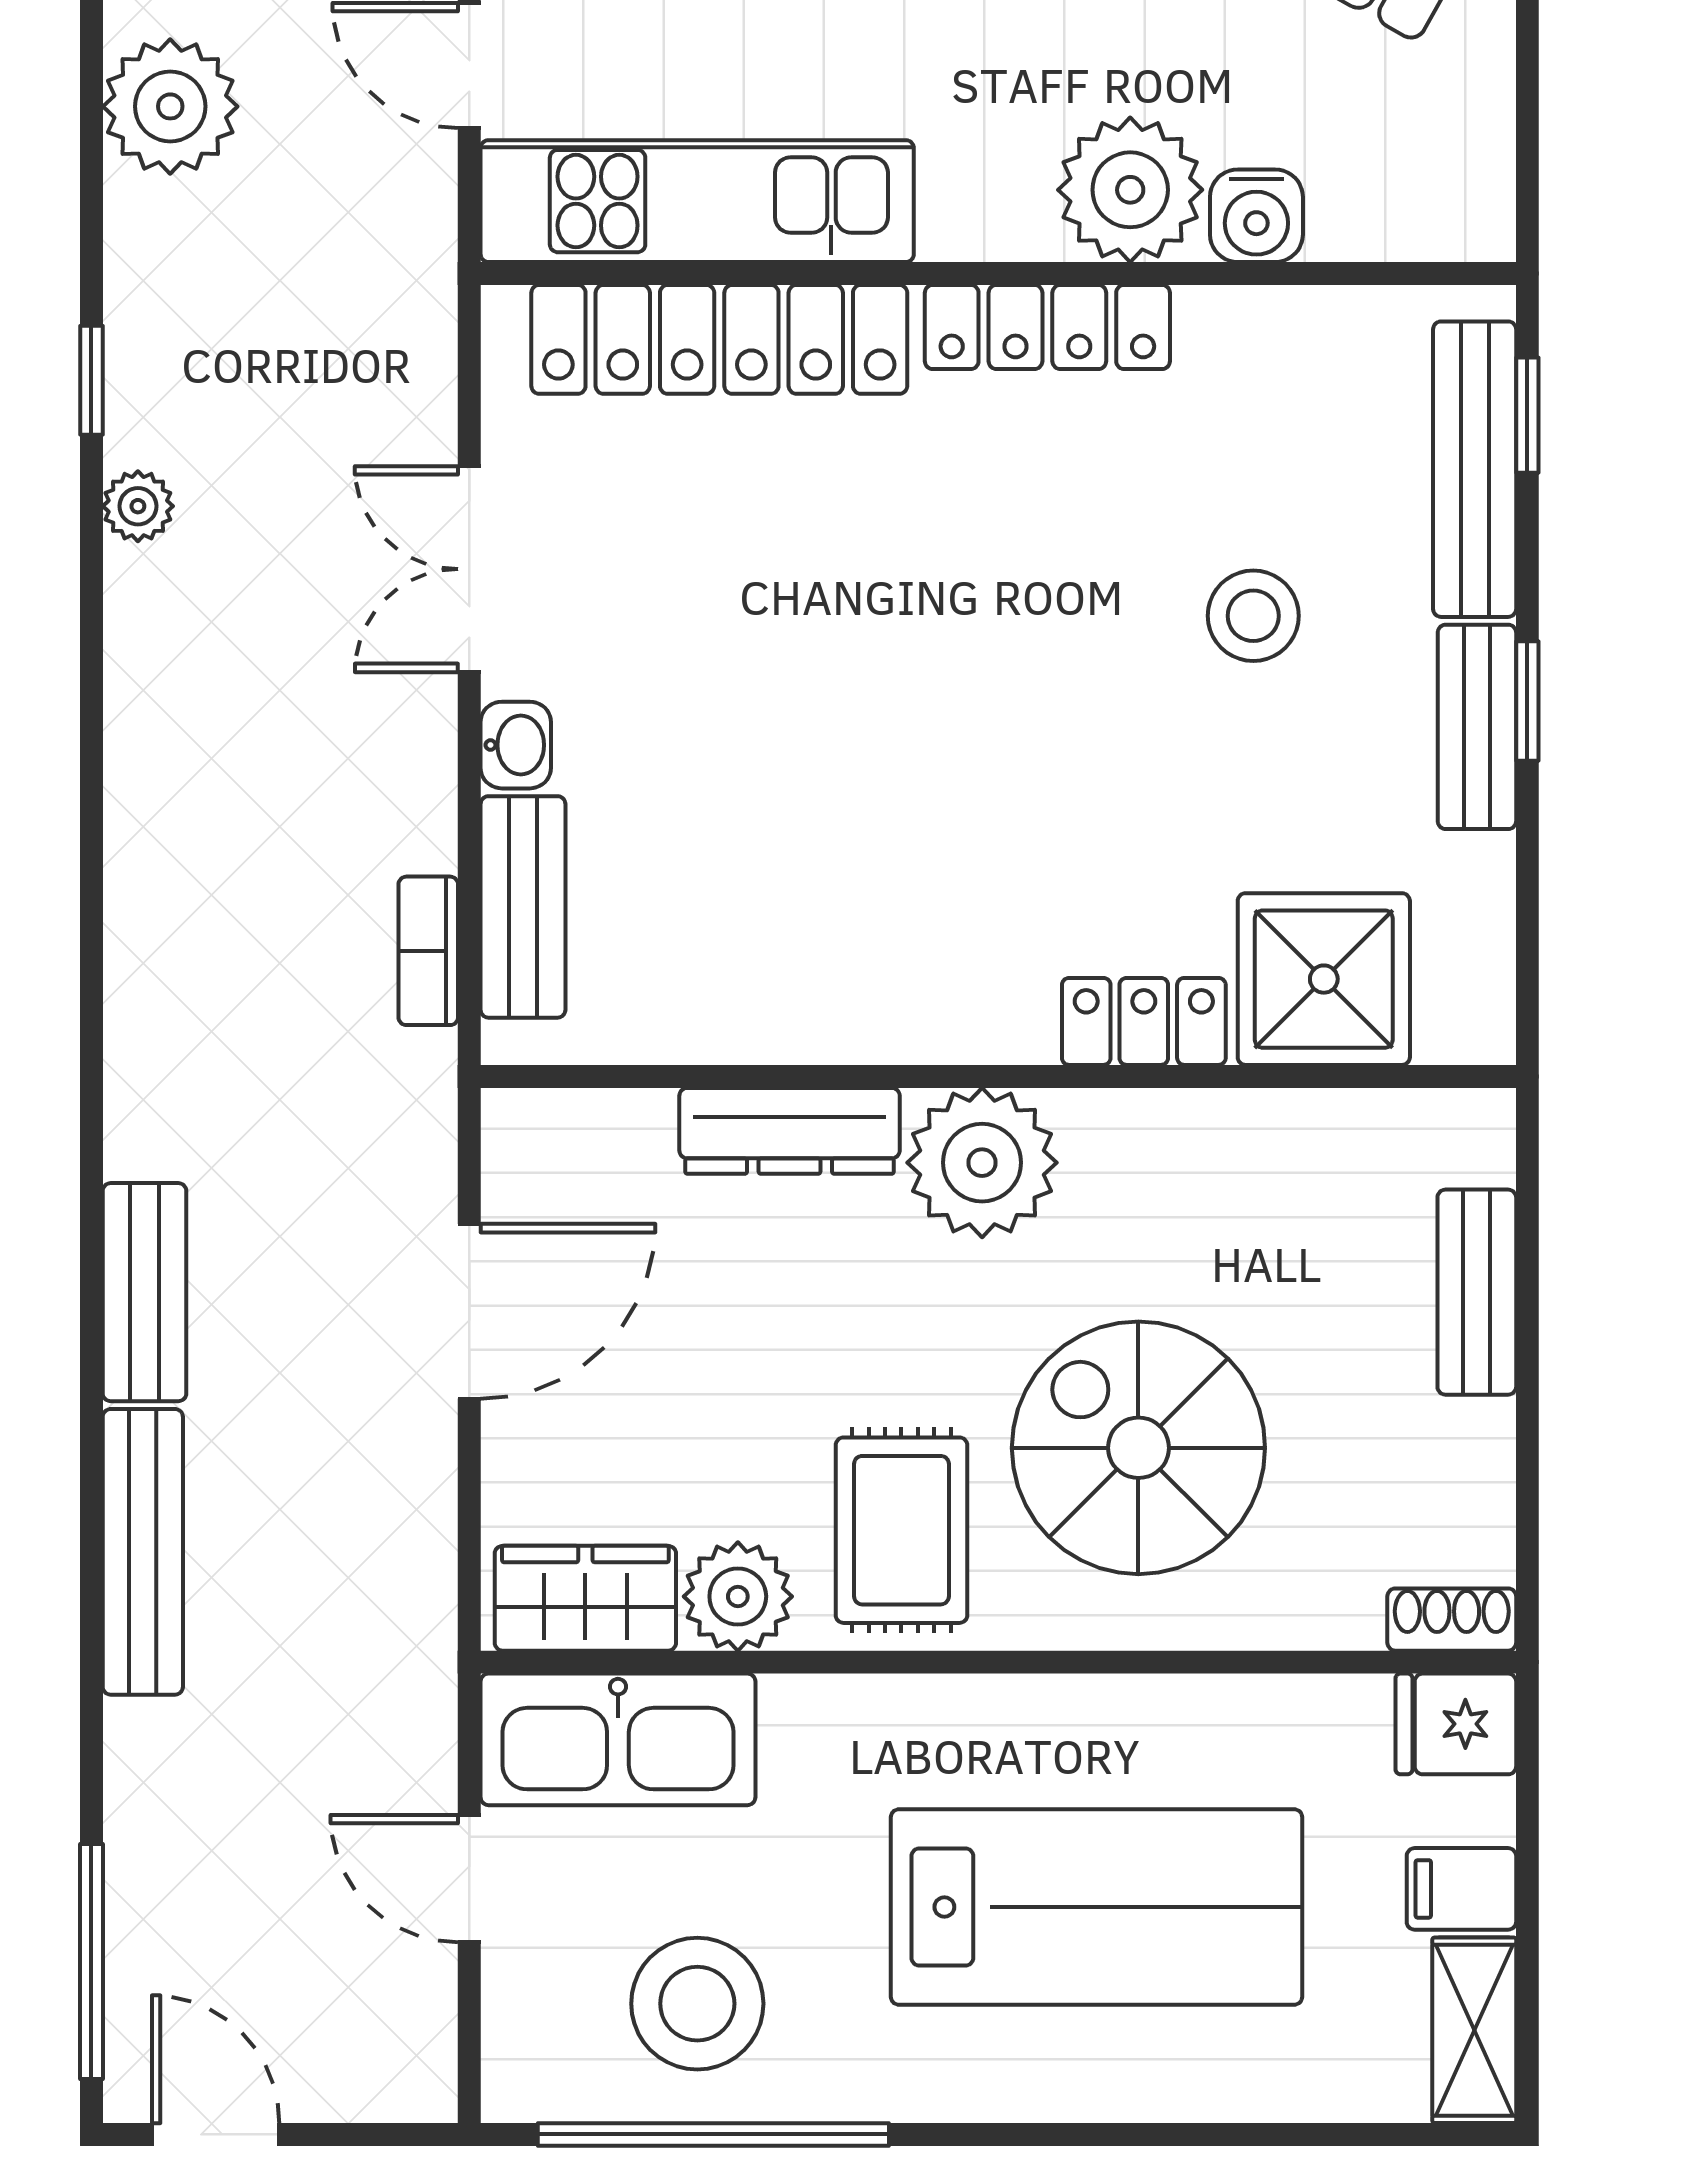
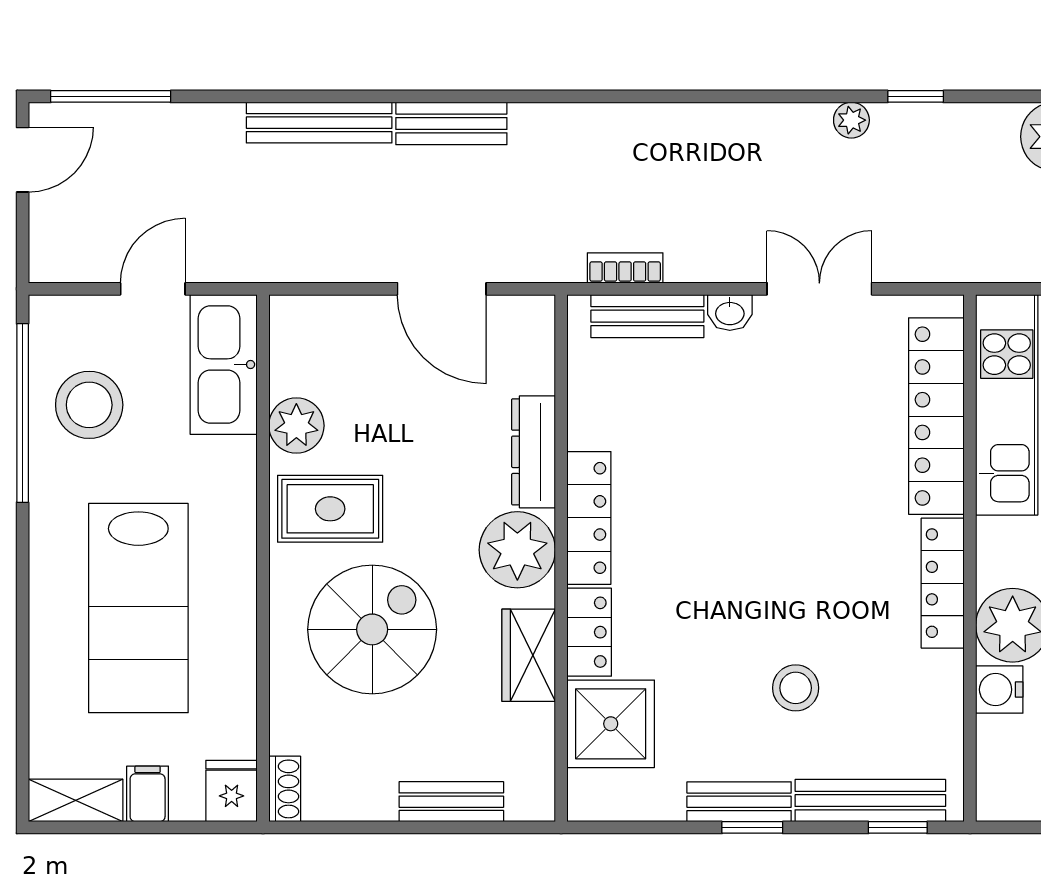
locker: (919, 1022) -> (589, 518), added
wardrobe: (585, 1598) -> (529, 655), moved, turned 180

